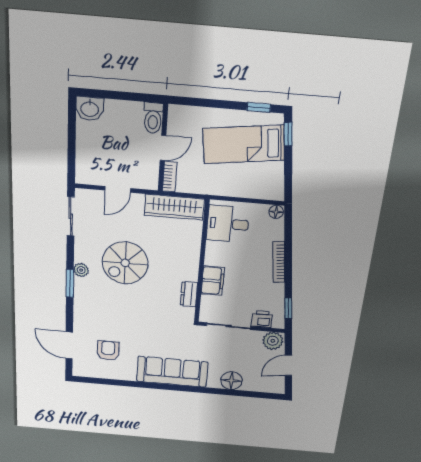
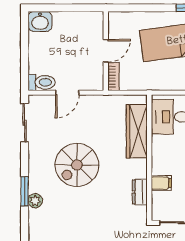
toilet: (153, 118) -> (42, 82), moved, turned -90
wardrobe: (174, 207) -> (137, 131), moved, turned 90
plant: (81, 270) -> (35, 201), moved
filing cabinet: (213, 281) -> (161, 183), width x0.50

